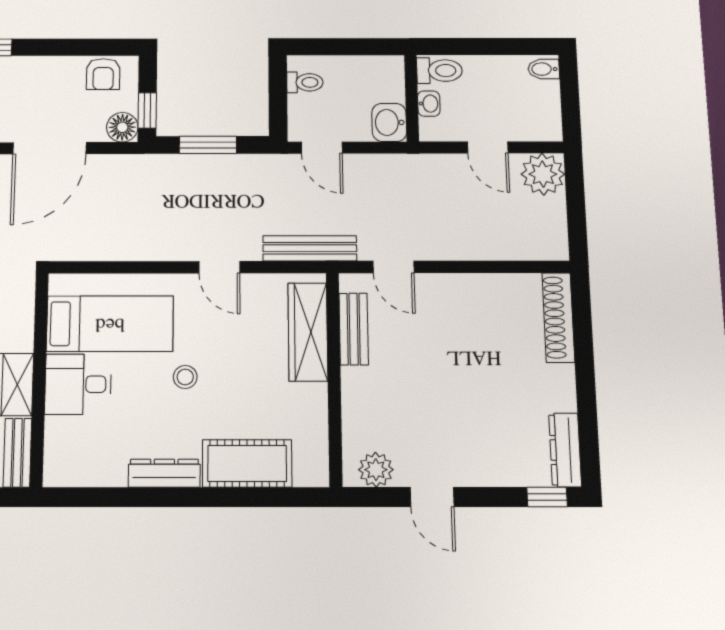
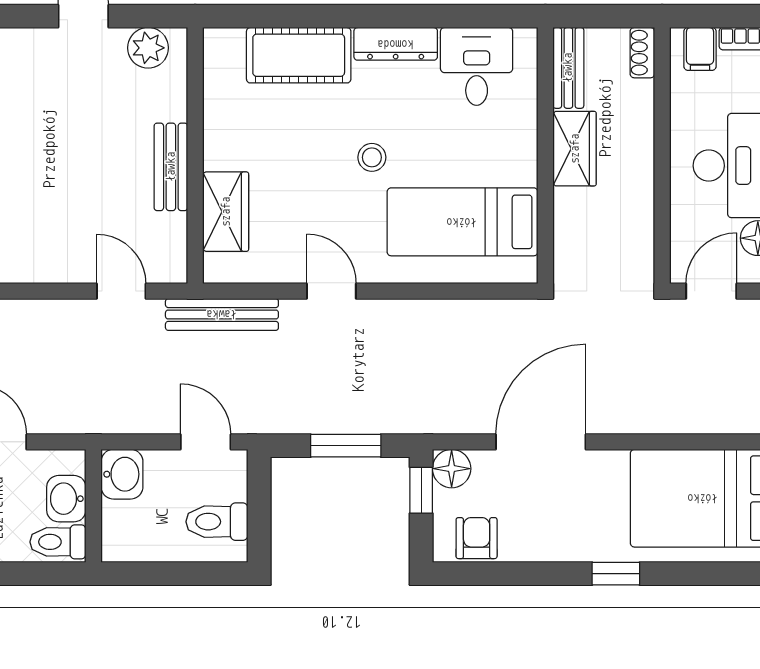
toilet: (305, 82) -> (217, 522), width x1.37, depth x1.39
washbasin: (429, 104) -> (66, 499), width x1.38, depth x1.45
bench: (354, 329) -> (171, 167), moved
wardrobe: (308, 332) -> (226, 212), width x0.67
desk: (78, 384) -> (477, 66), moved, turned -90

